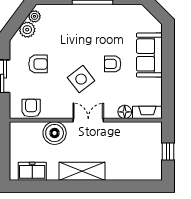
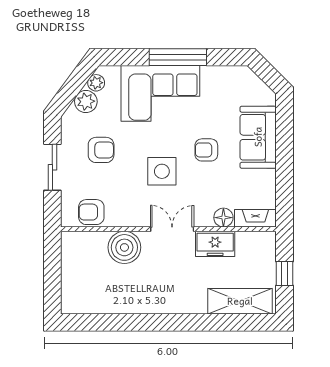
corner sofa: (80, 24) -> (160, 93), added
side table: (81, 79) -> (162, 171), turned 38
armchair: (31, 108) -> (91, 212), turned -90
freezer: (32, 171) -> (215, 244), moved, turned 180
shelving: (82, 171) -> (240, 301), moved

